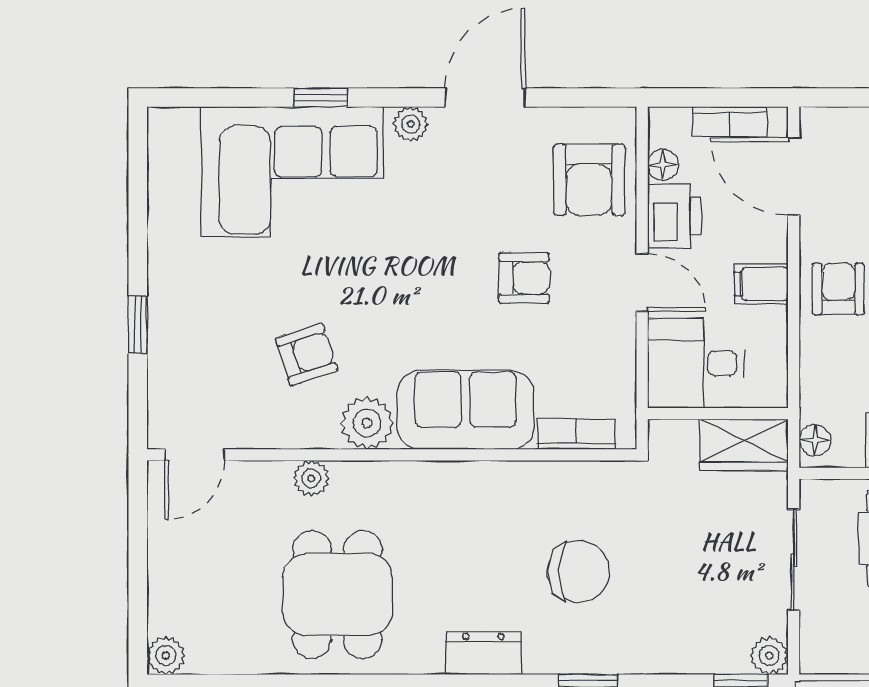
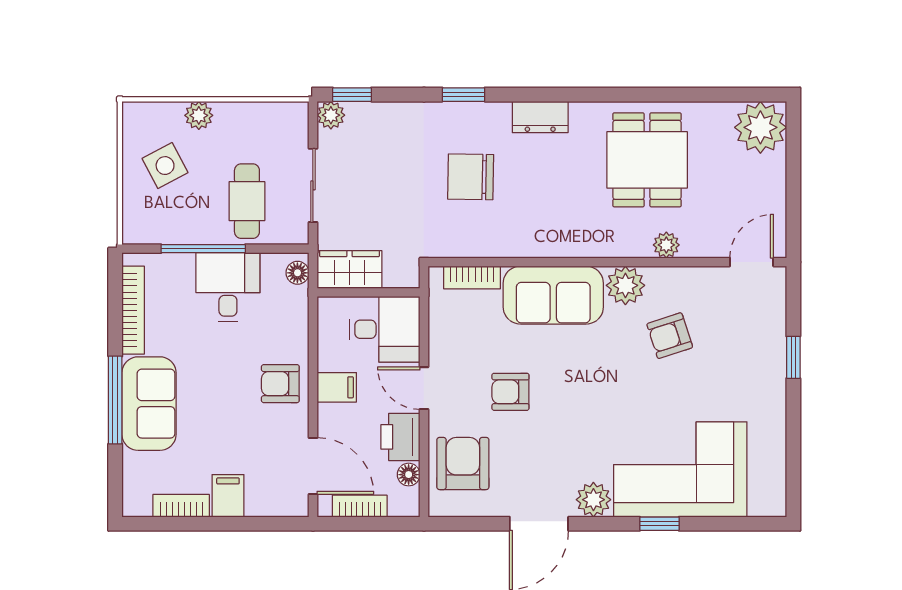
plant: (411, 124) -> (593, 500), width x1.38, depth x1.38
armchair: (838, 289) -> (280, 384), turned 90
plant: (166, 656) -> (760, 127), width x1.88, depth x1.88

